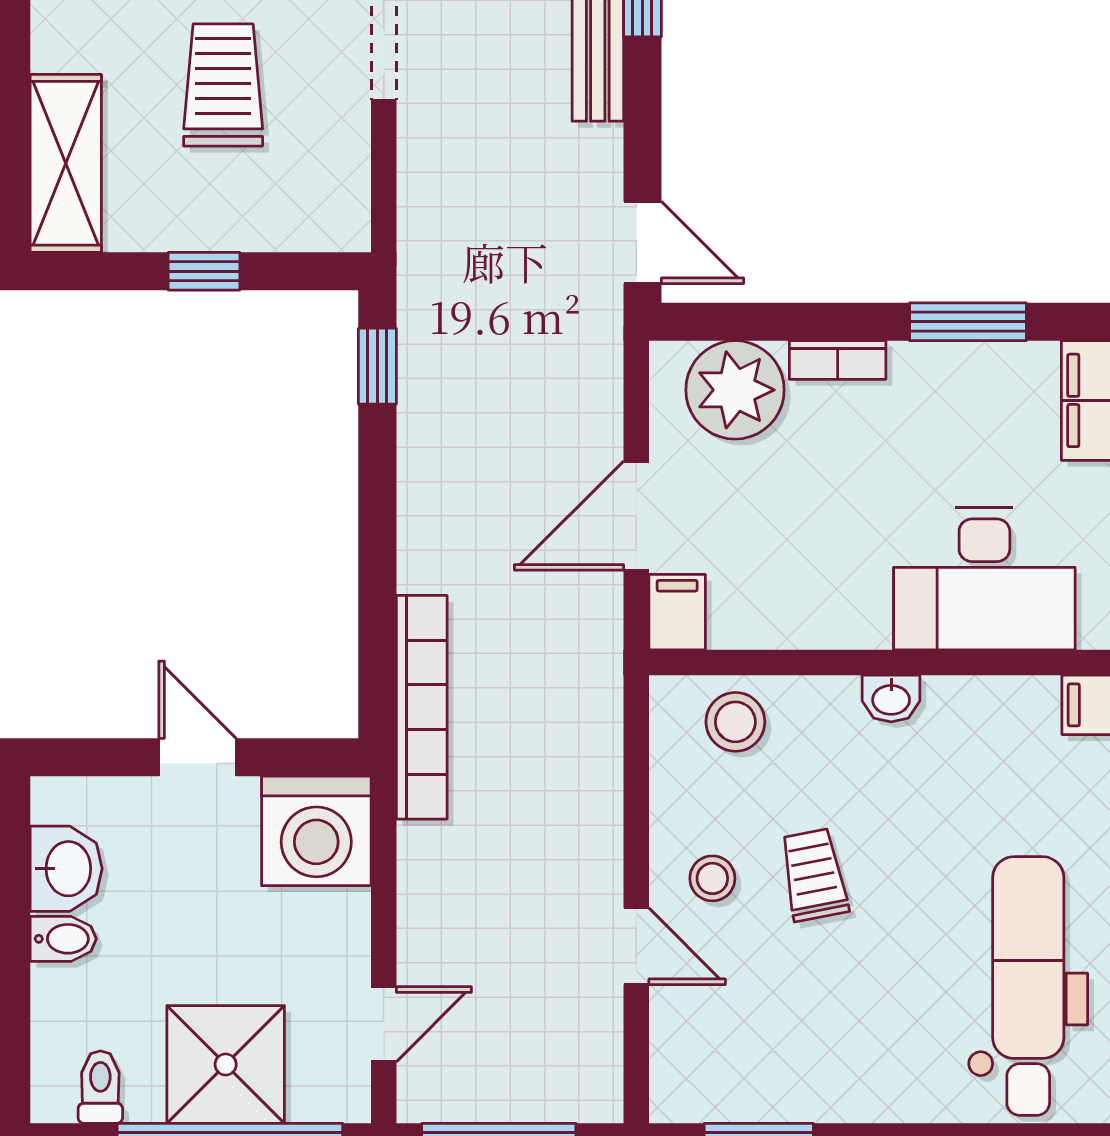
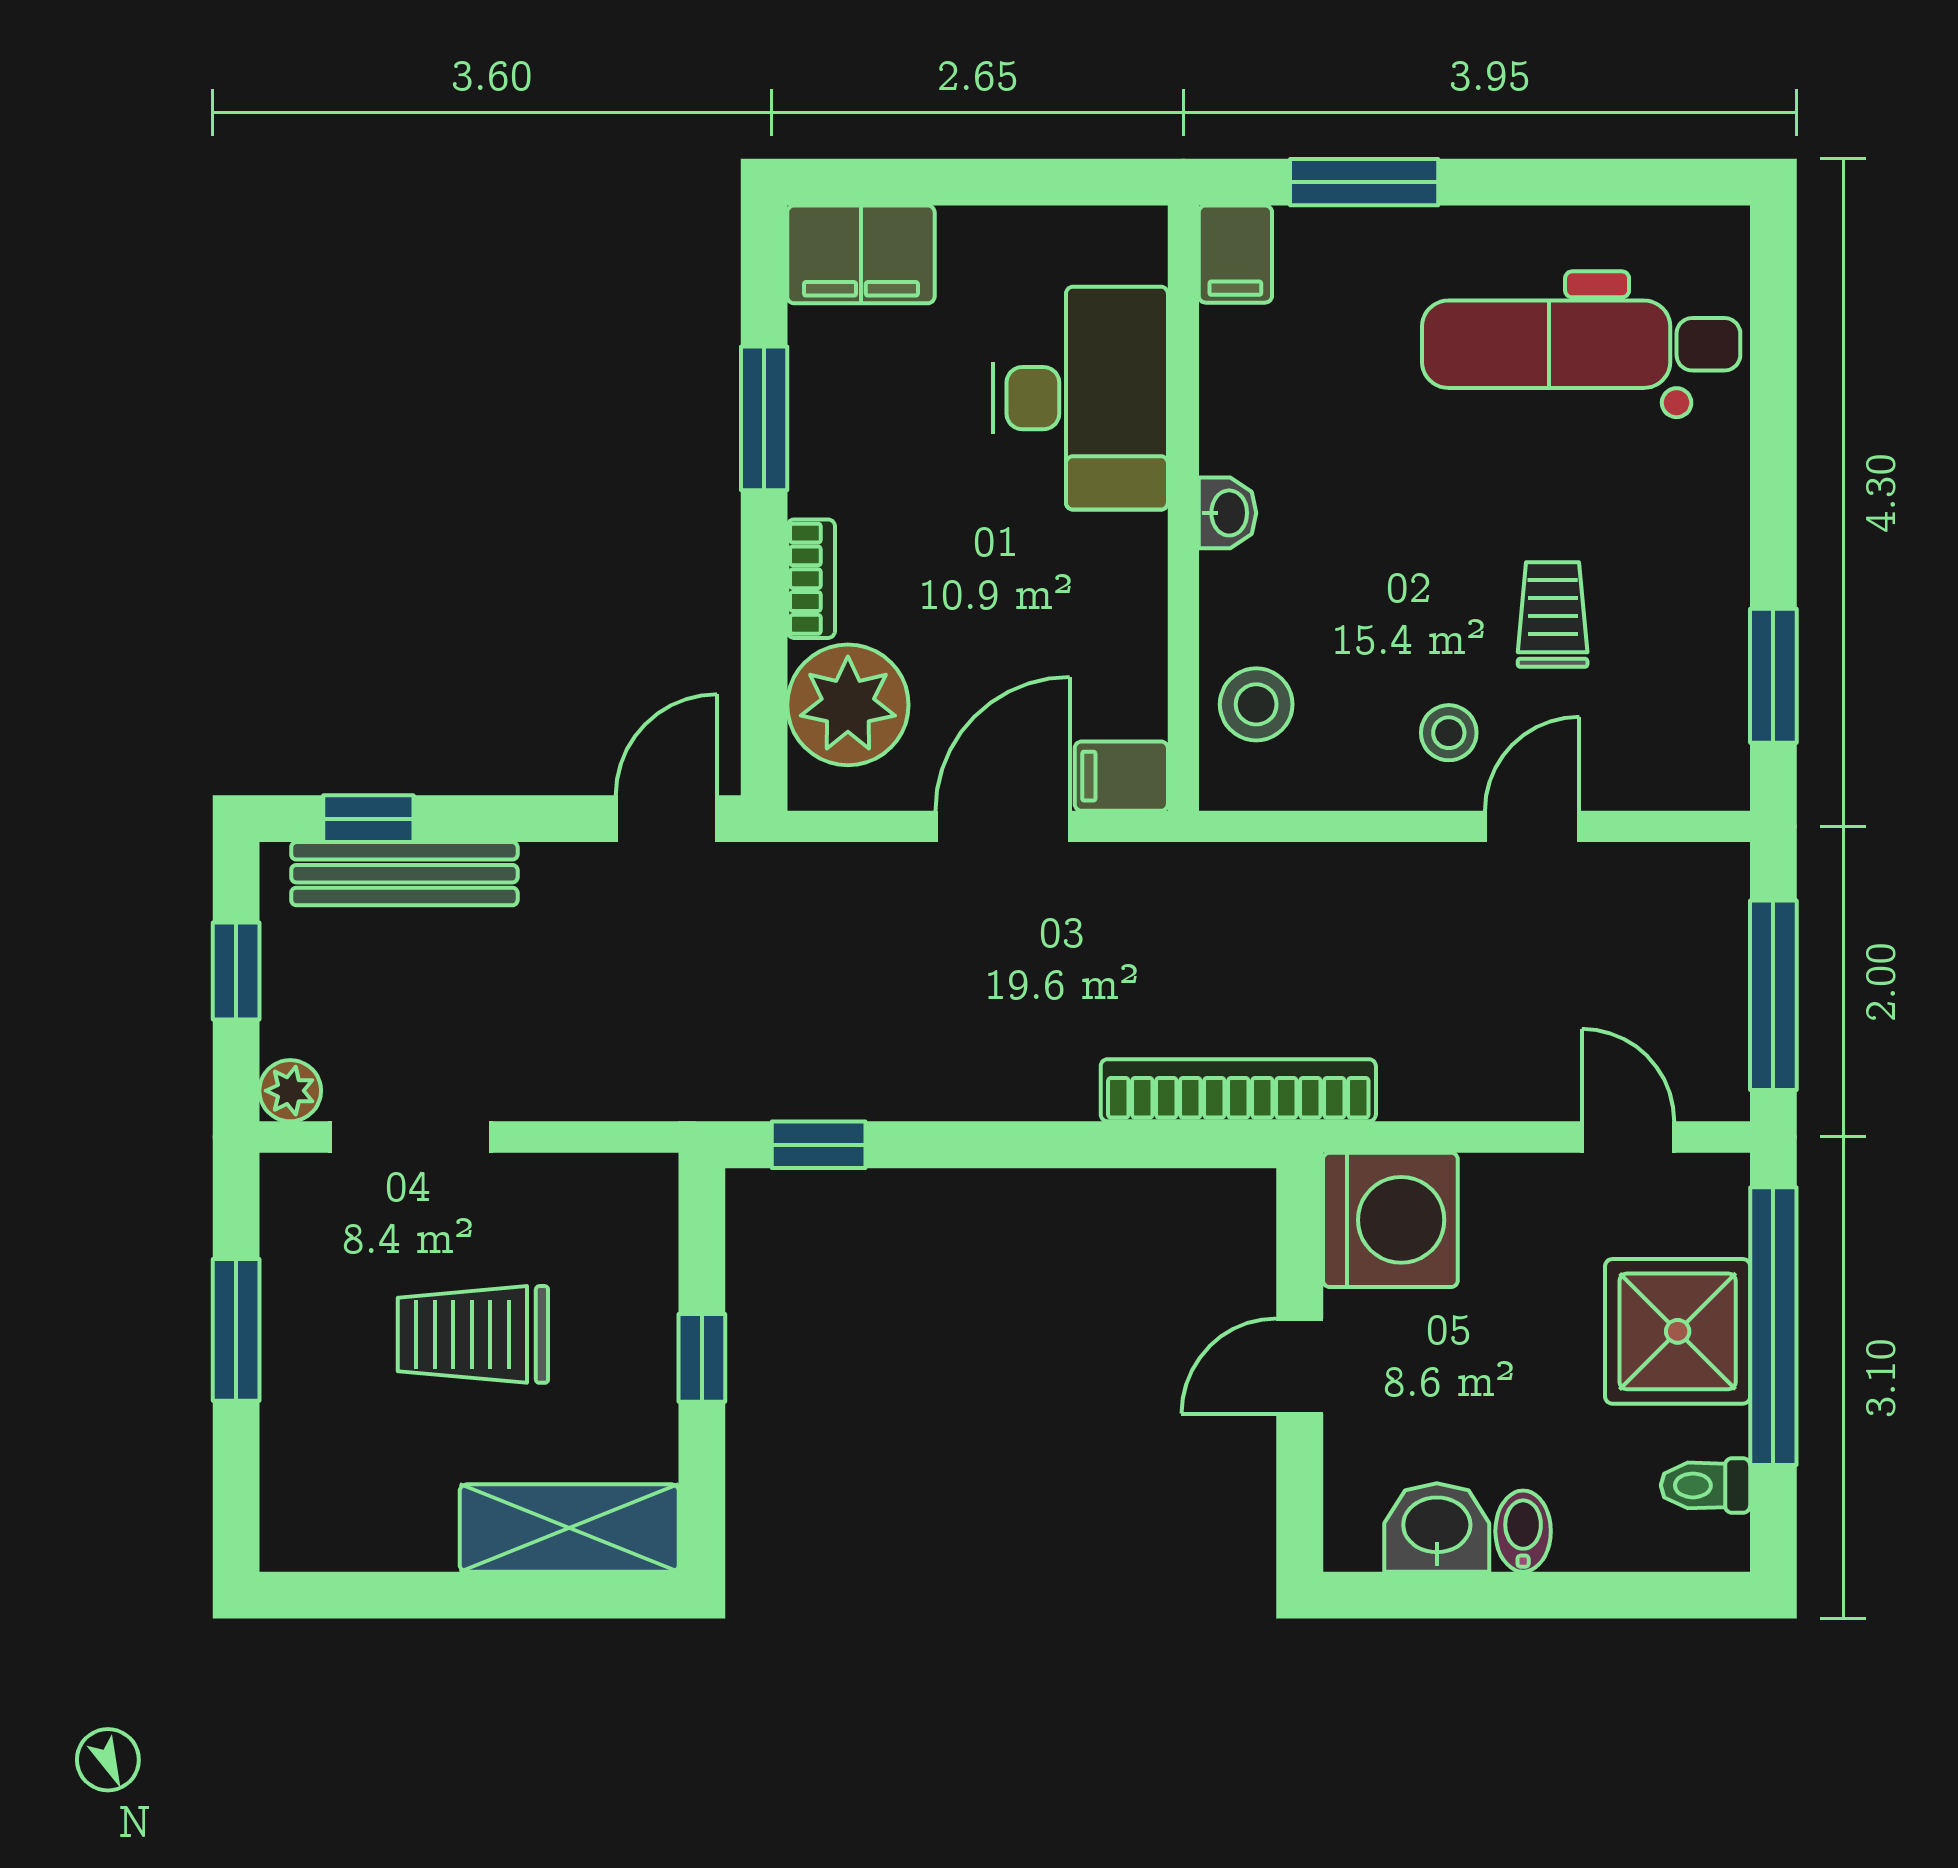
door: (636, 516) -> (1003, 826), swing flipped
trolley: (814, 875) -> (1553, 614), moved, turned 101

